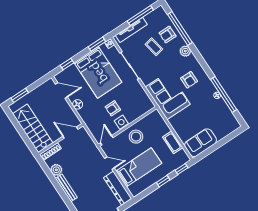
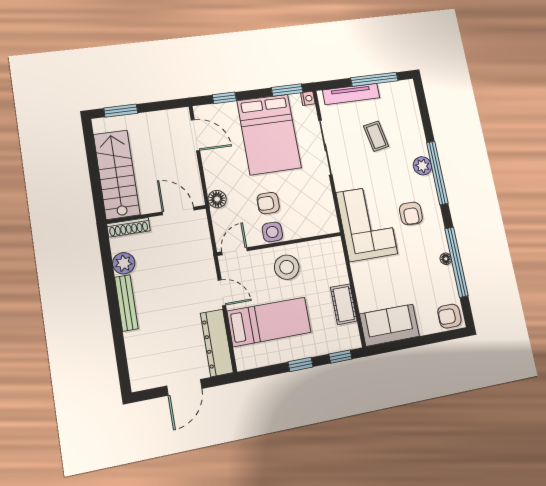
window: (180, 28) -> (437, 173), moved
armchair: (168, 35) -> (449, 316), moved
floor lamp: (78, 104) -> (217, 199), moved

